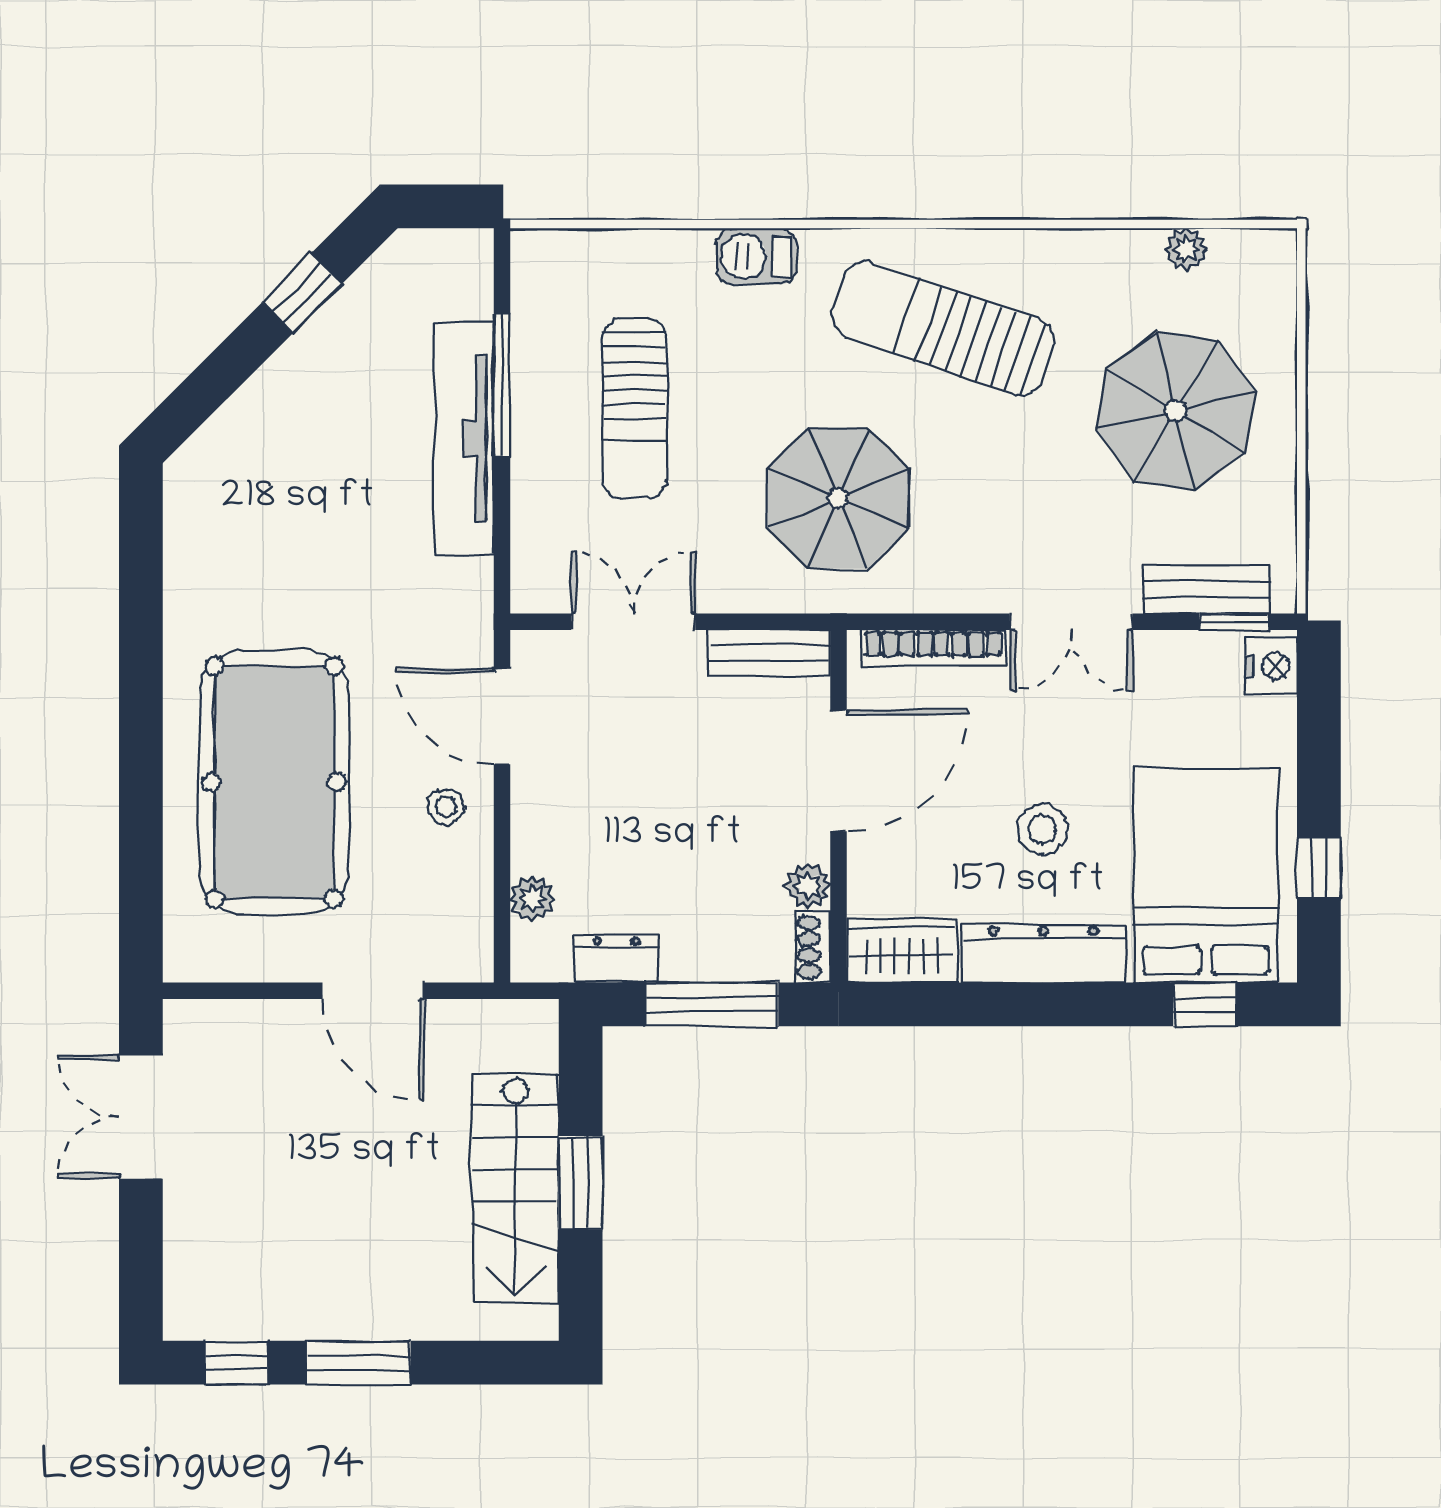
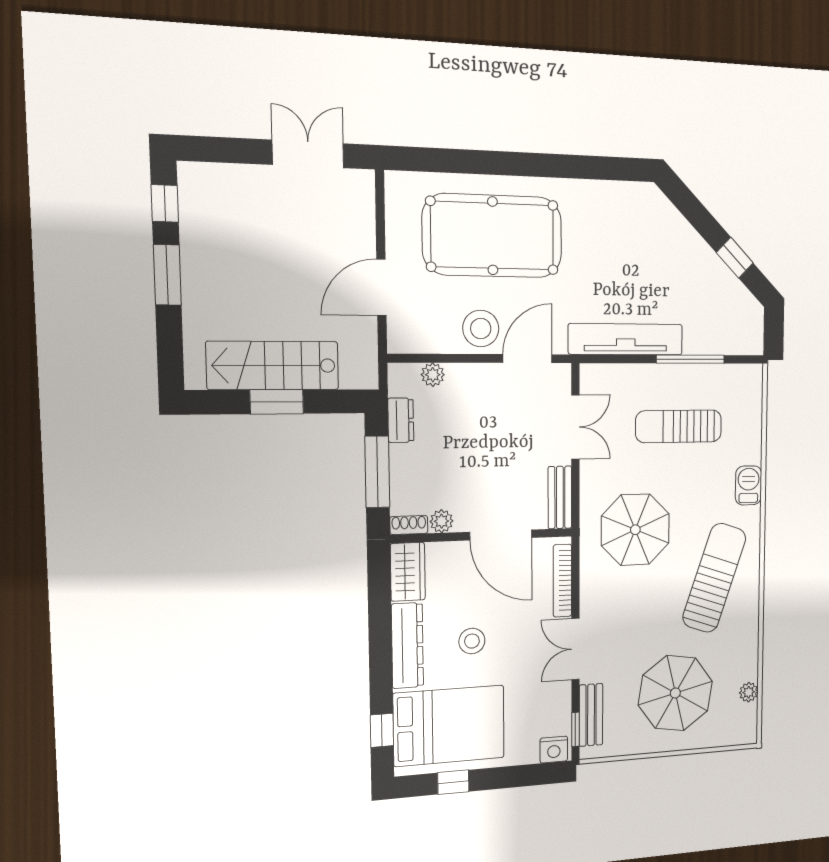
tv unit: (464, 439) -> (626, 339), moved
stool: (446, 807) -> (481, 328), width x1.89, depth x1.89

